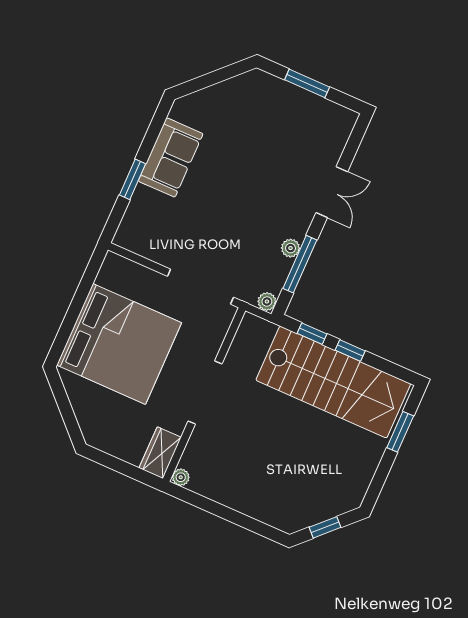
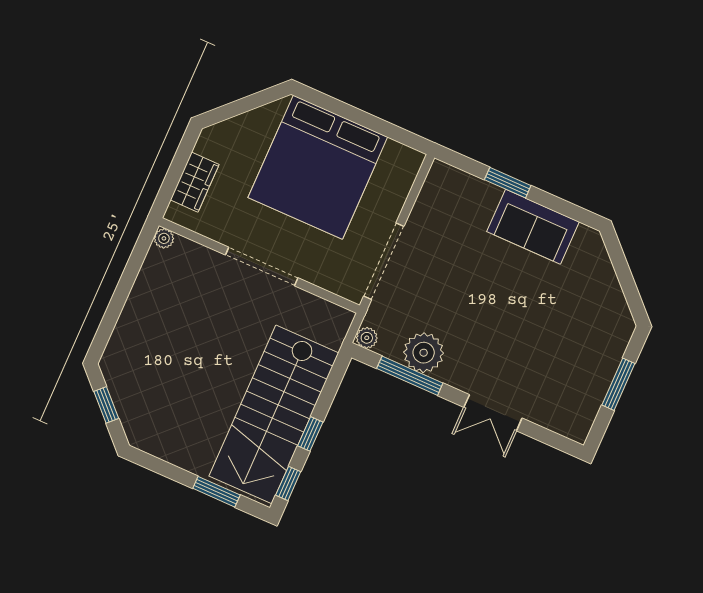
plant: (290, 248) -> (424, 353), width x1.87, depth x1.87
window: (312, 334) -> (288, 483), moved
wardrobe: (160, 453) -> (195, 182), moved, turned 90

